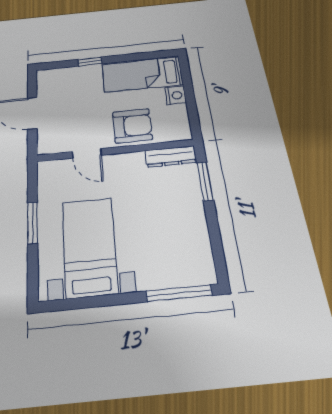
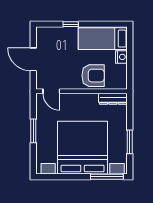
door: (87, 153) -> (51, 91), moved
window: (205, 181) -> (130, 142), moved
bed with nightstands: (89, 246) -> (83, 148), width x1.85

